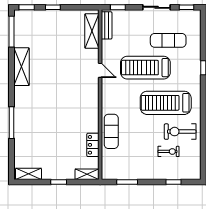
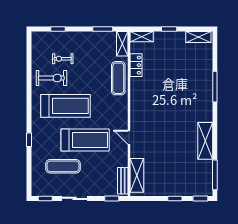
shelving: (107, 167) -> (122, 44), added

